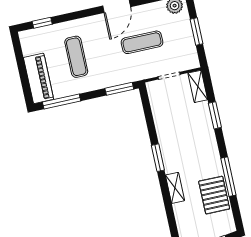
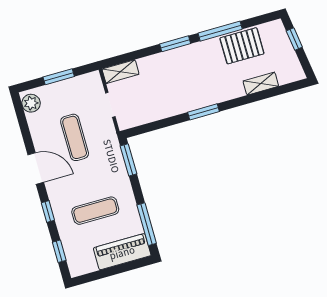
window: (78, 15) -> (48, 211), added
window: (215, 115) -> (175, 44), moved
shelving: (175, 188) -> (261, 84), moved

